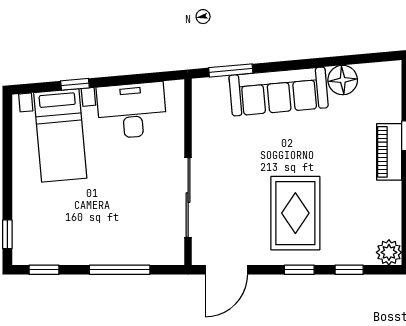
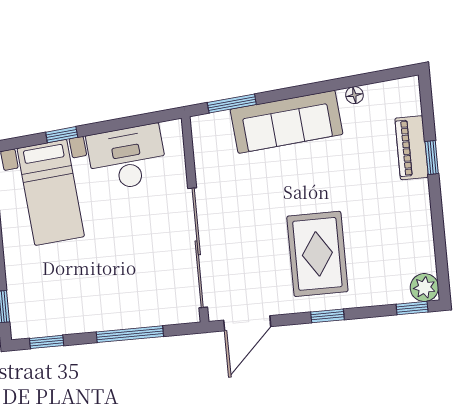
floor lamp: (343, 80) -> (354, 95), width x0.53, depth x0.53
piano: (389, 152) -> (412, 148), moved
sliding door: (188, 198) -> (198, 248), width x1.36
window: (349, 270) -> (412, 308), moved

